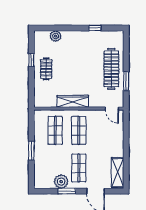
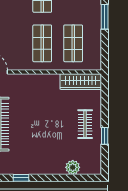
wardrobe: (73, 101) -> (81, 82), moved

